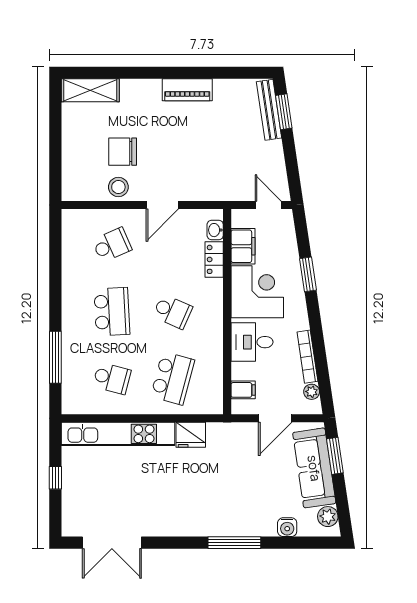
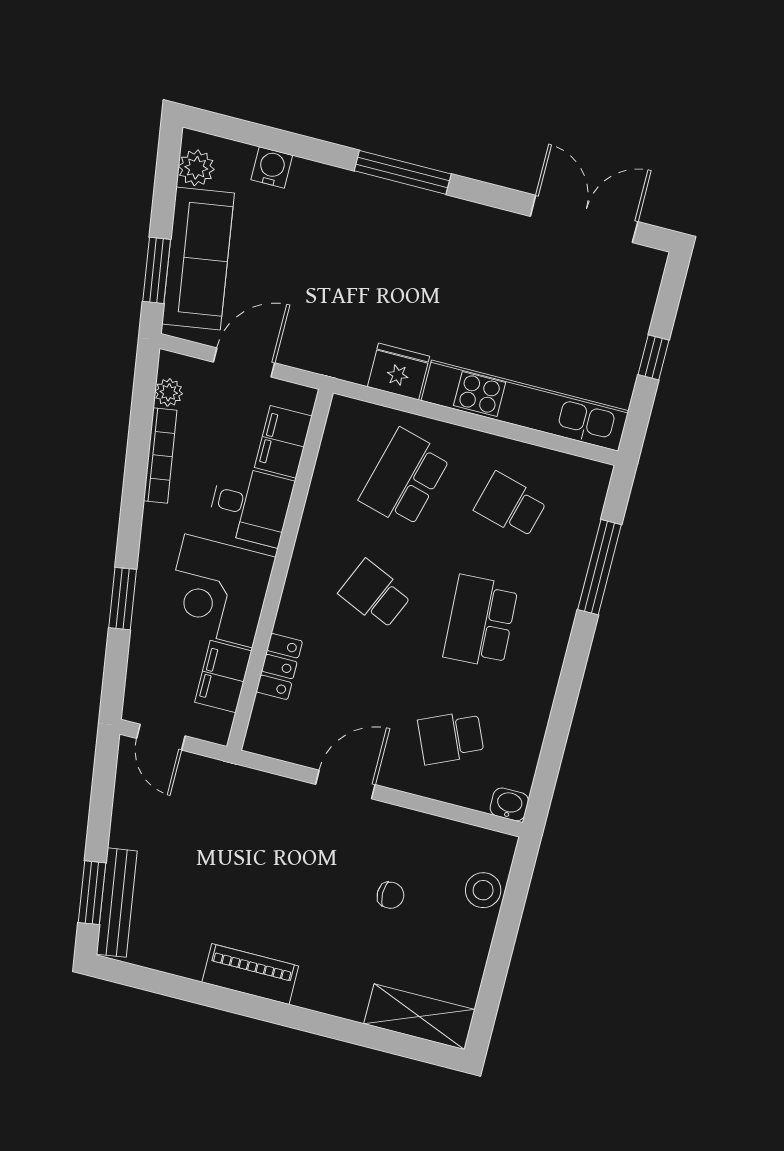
chair: (123, 152) -> (390, 895), width x0.54, depth x0.54
stool: (118, 187) -> (483, 890), moved
washbasin: (215, 230) -> (509, 804), moved, turned -90
filing cabinet: (243, 390) -> (283, 442), width x2.00
window: (234, 543) -> (403, 172), moved

